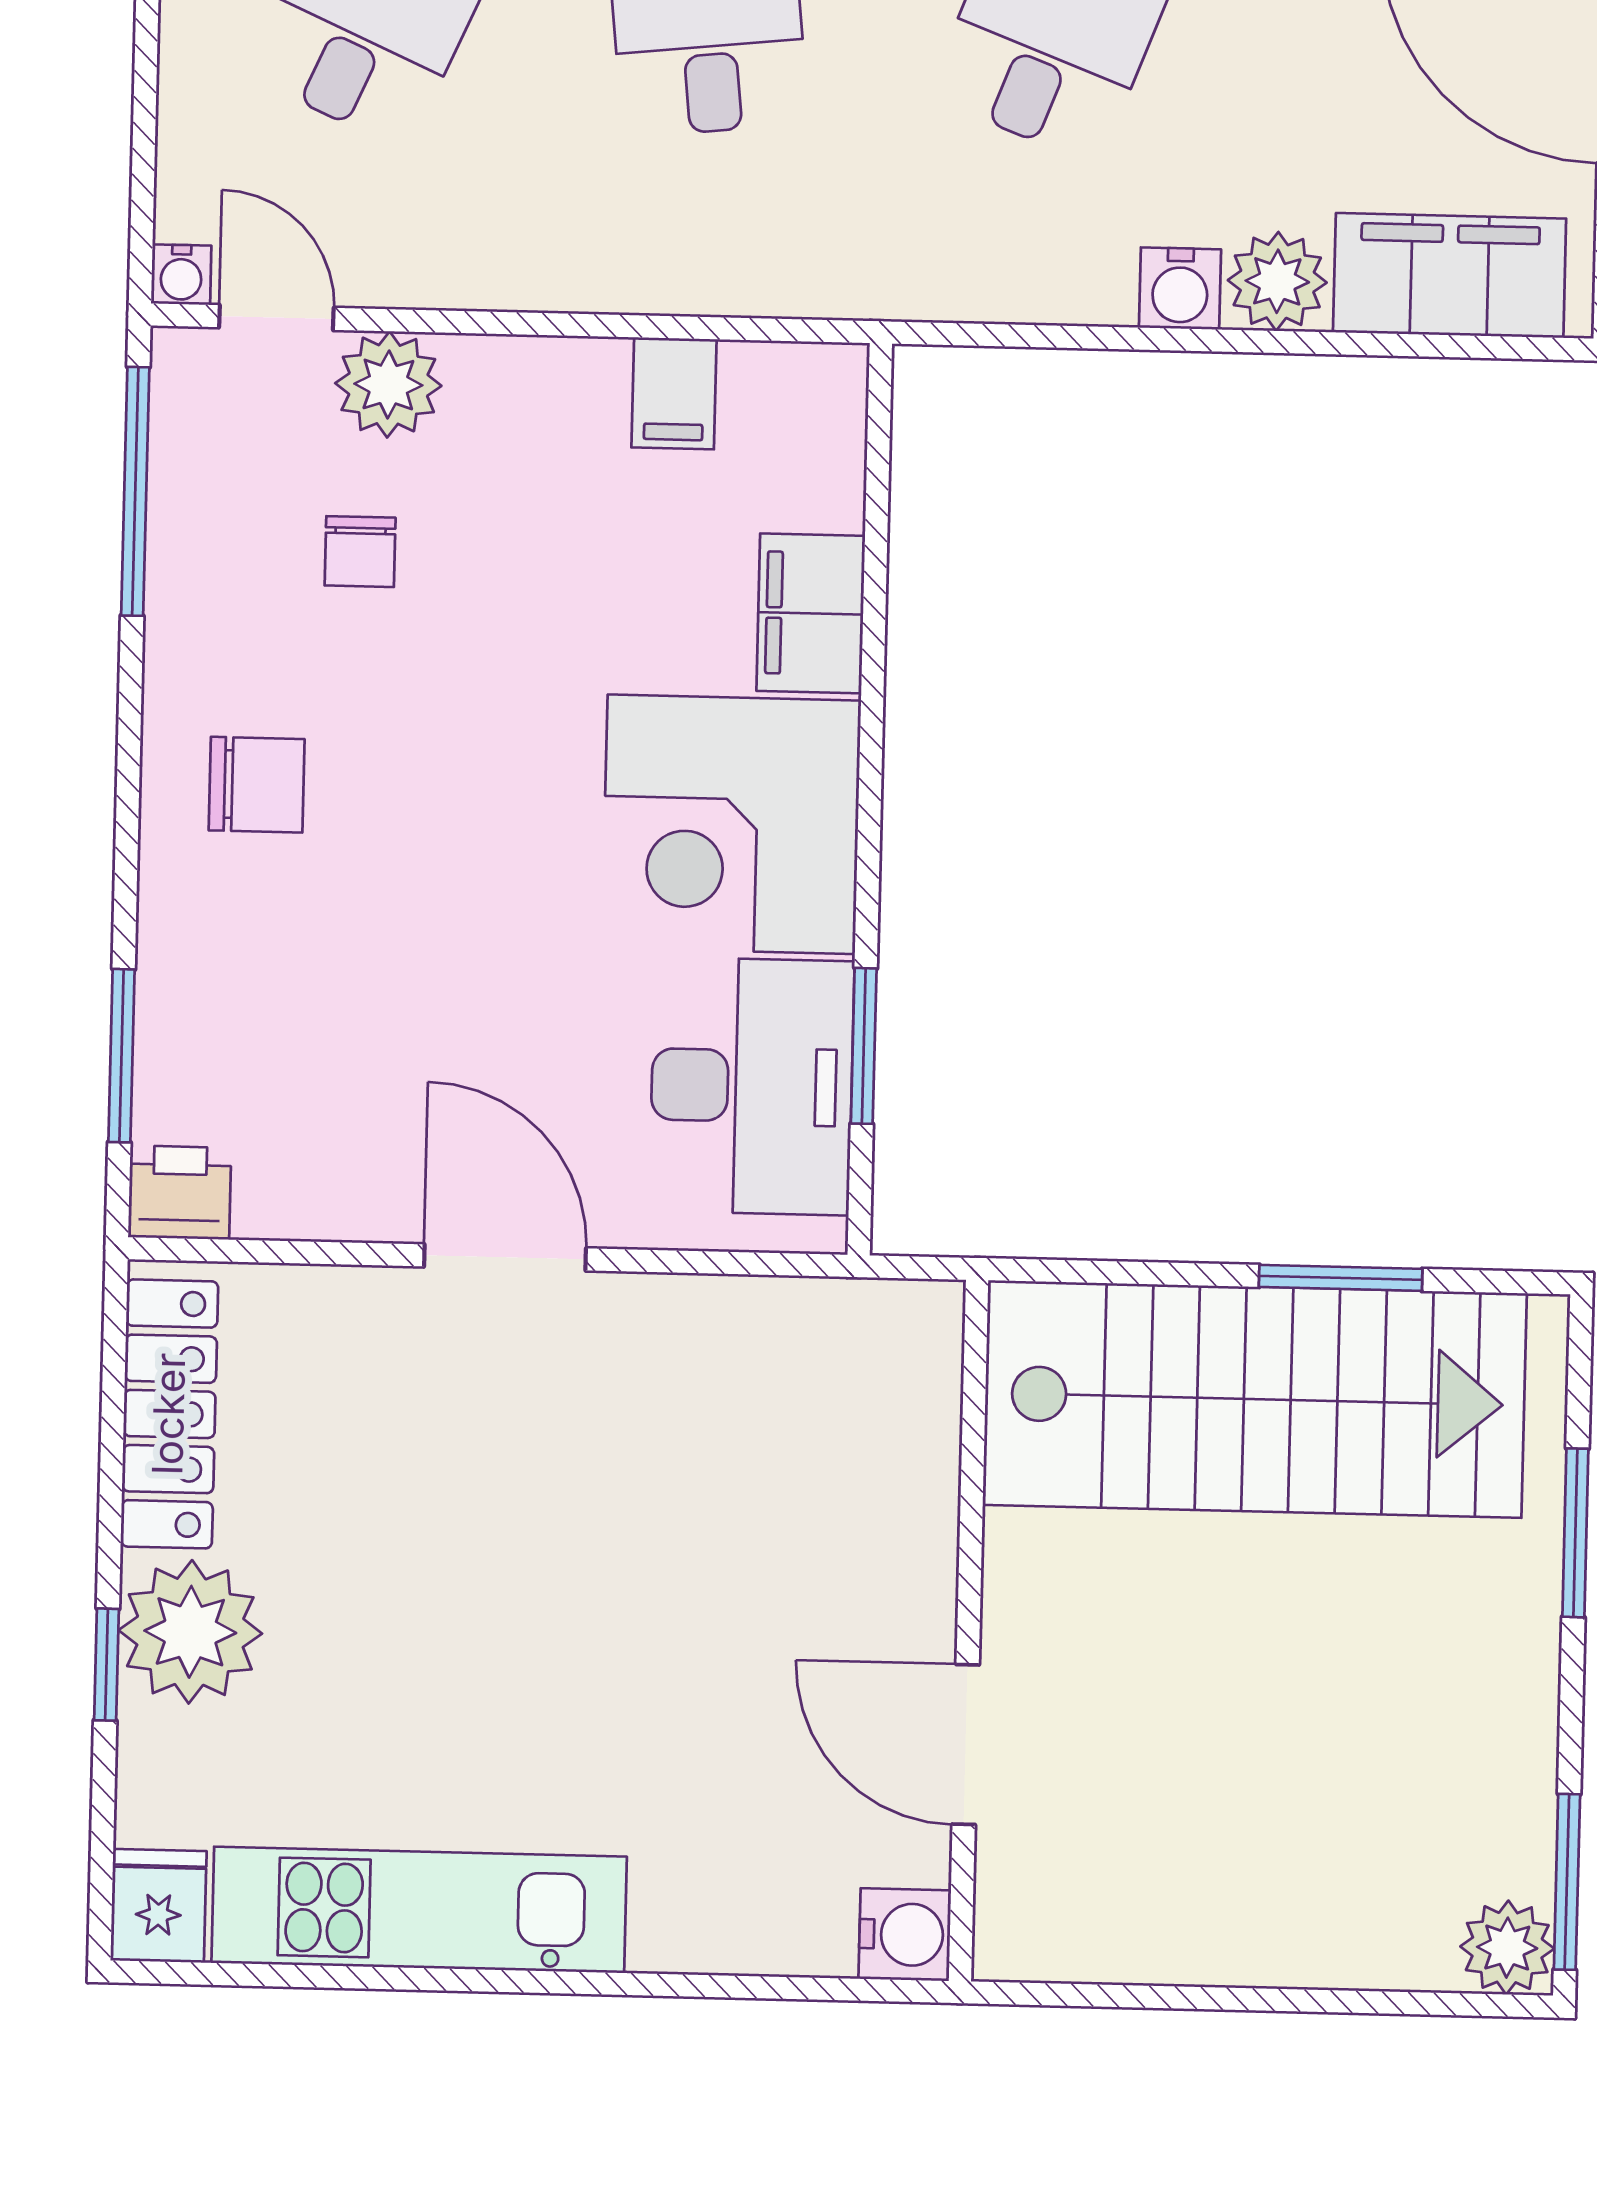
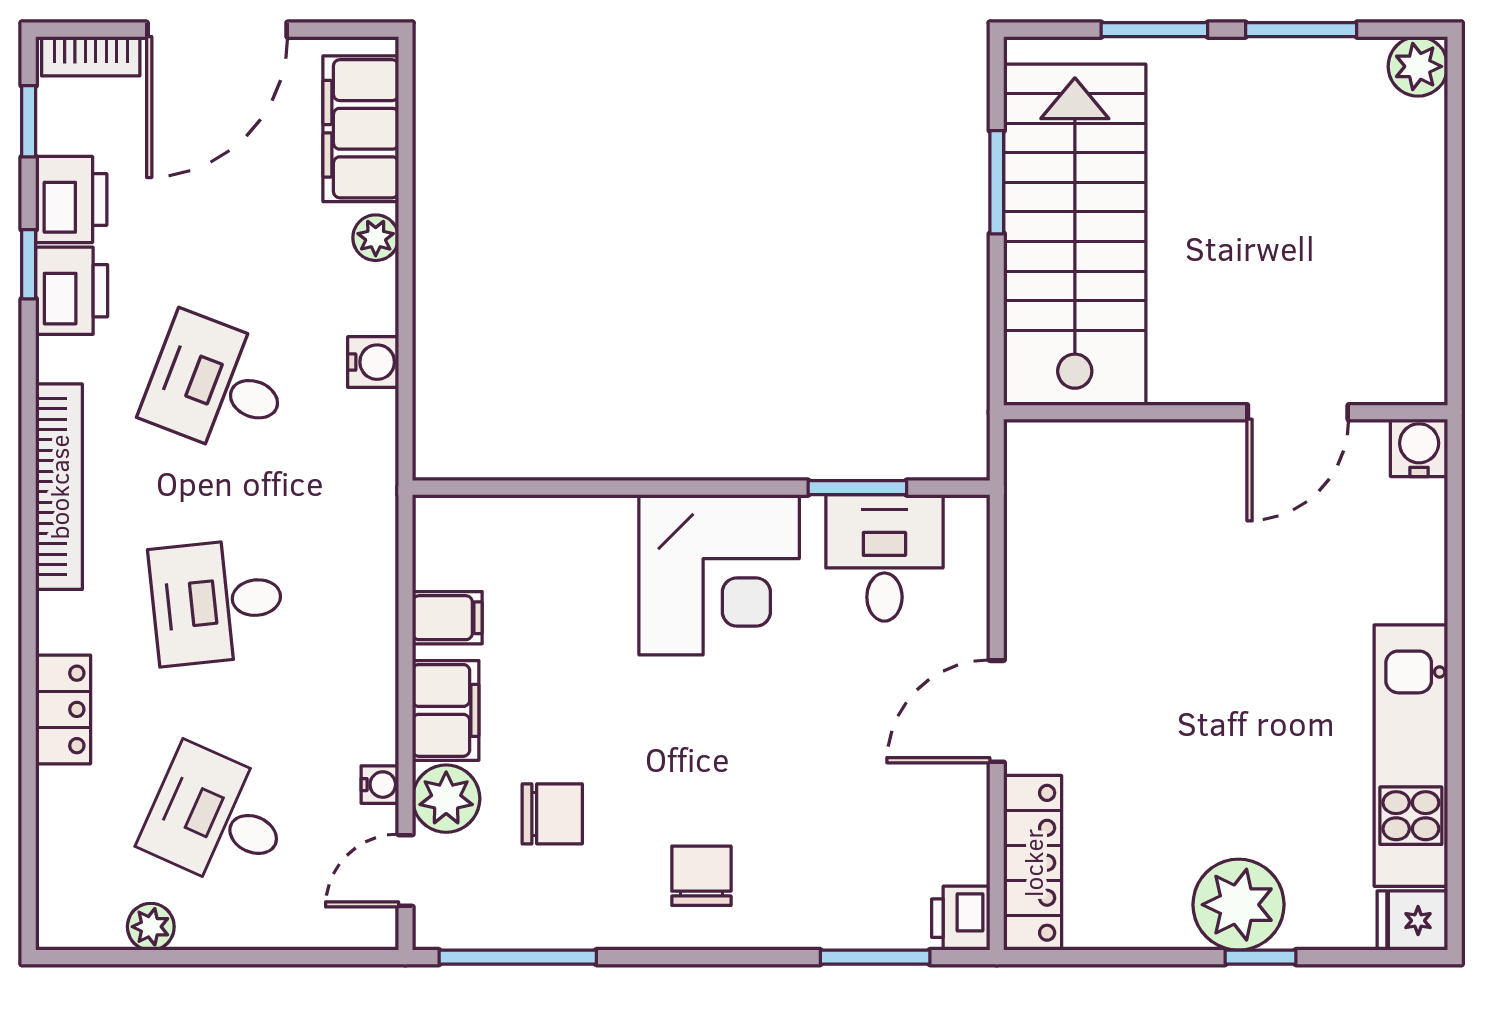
water cooler: (181, 275) -> (380, 785), moved
plant: (1277, 281) -> (376, 238), width x0.73, depth x0.73
water cooler: (1180, 288) -> (373, 362), moved
chair: (360, 552) -> (552, 814), width x1.37, depth x1.37
filing cabinet: (811, 613) -> (446, 710), moved, turned -90
desk: (752, 1086) -> (884, 558), width x0.73
locker: (169, 1414) -> (1033, 863), moved, turned 90
window: (1567, 1882) -> (1301, 30), moved

